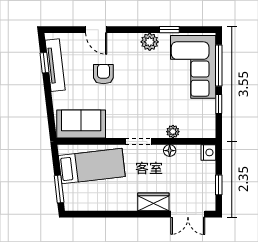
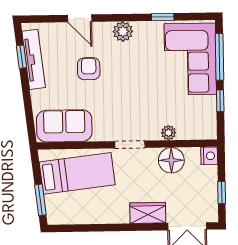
plant: (150, 42) -> (123, 31), moved
floor lamp: (170, 151) -> (171, 160), width x1.89, depth x1.89

